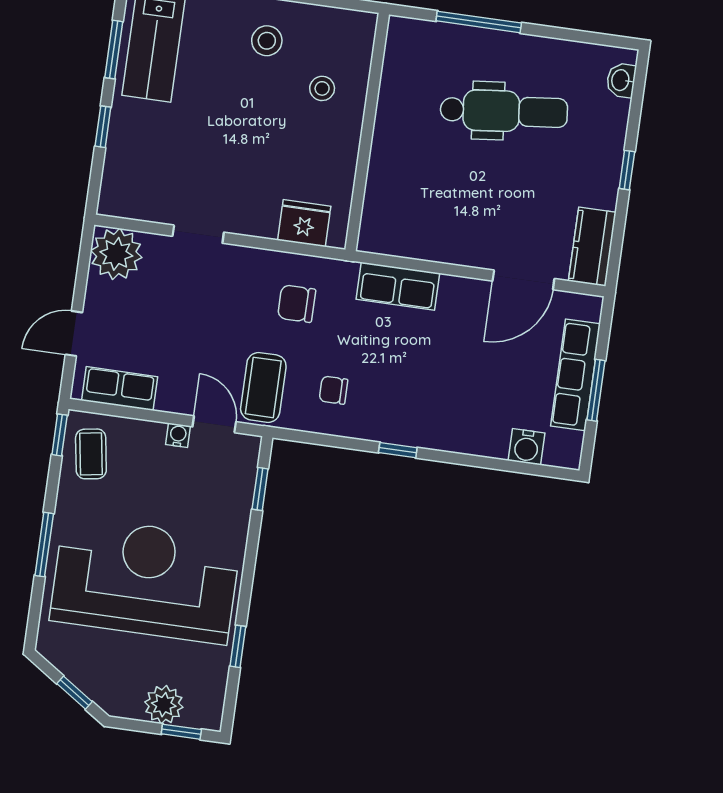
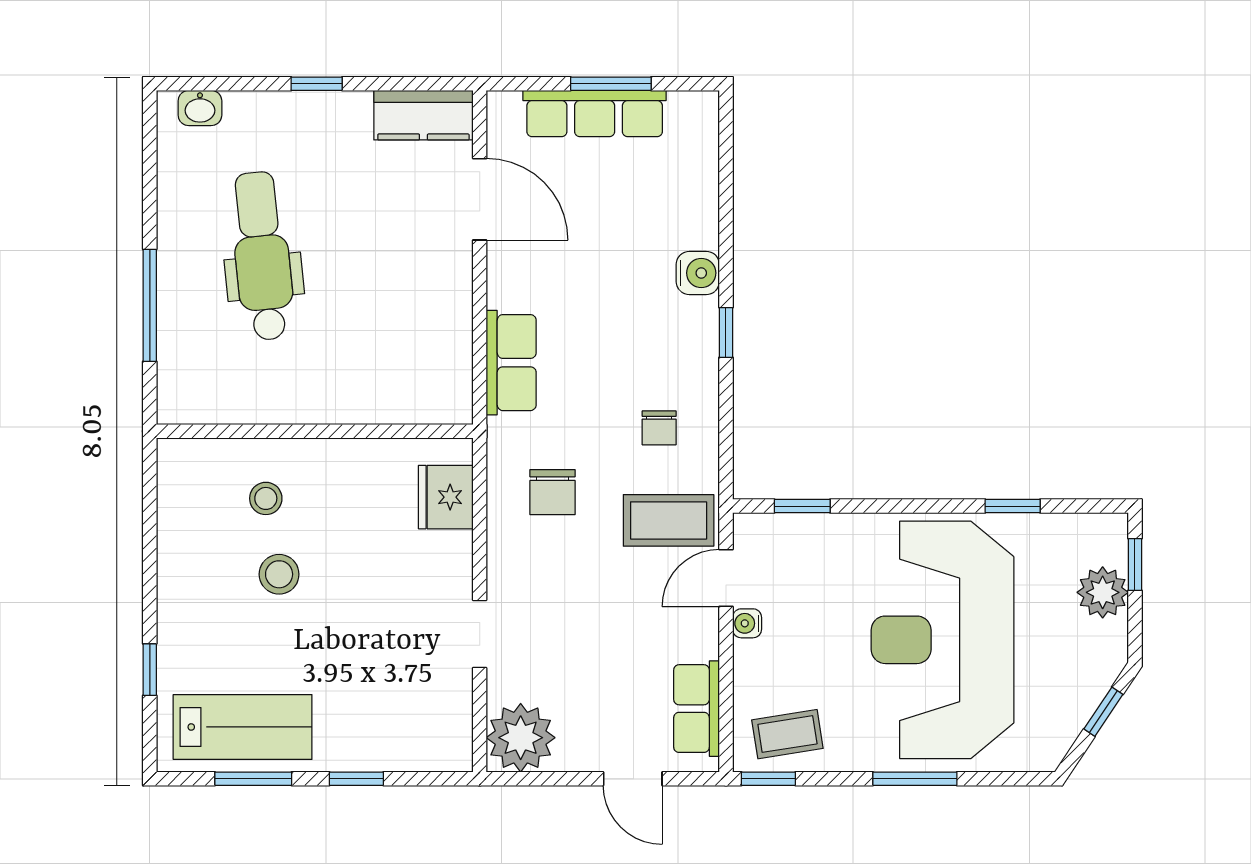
stool: (267, 41) -> (279, 574), moved
water cooler: (526, 447) -> (698, 273), moved

